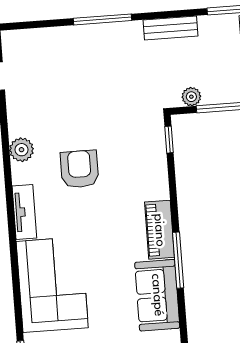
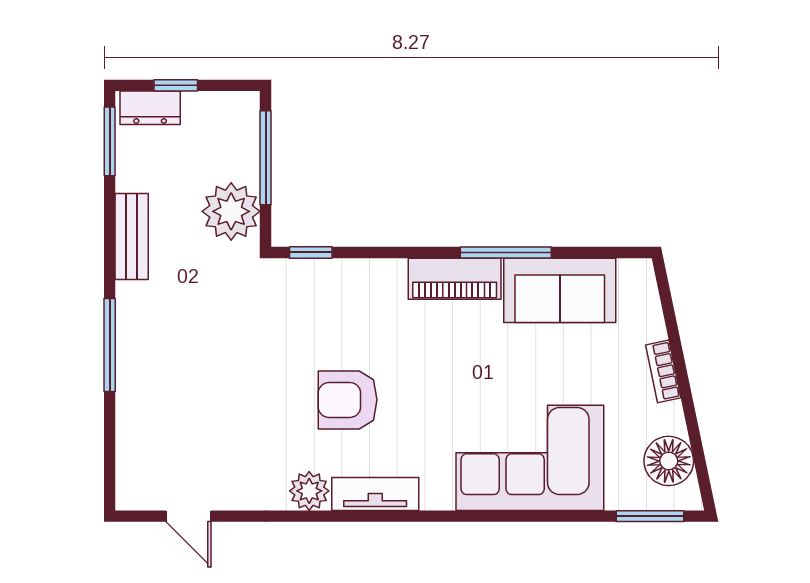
plant: (191, 97) -> (231, 211), width x1.87, depth x1.87
tv unit: (24, 212) -> (375, 494), moved

